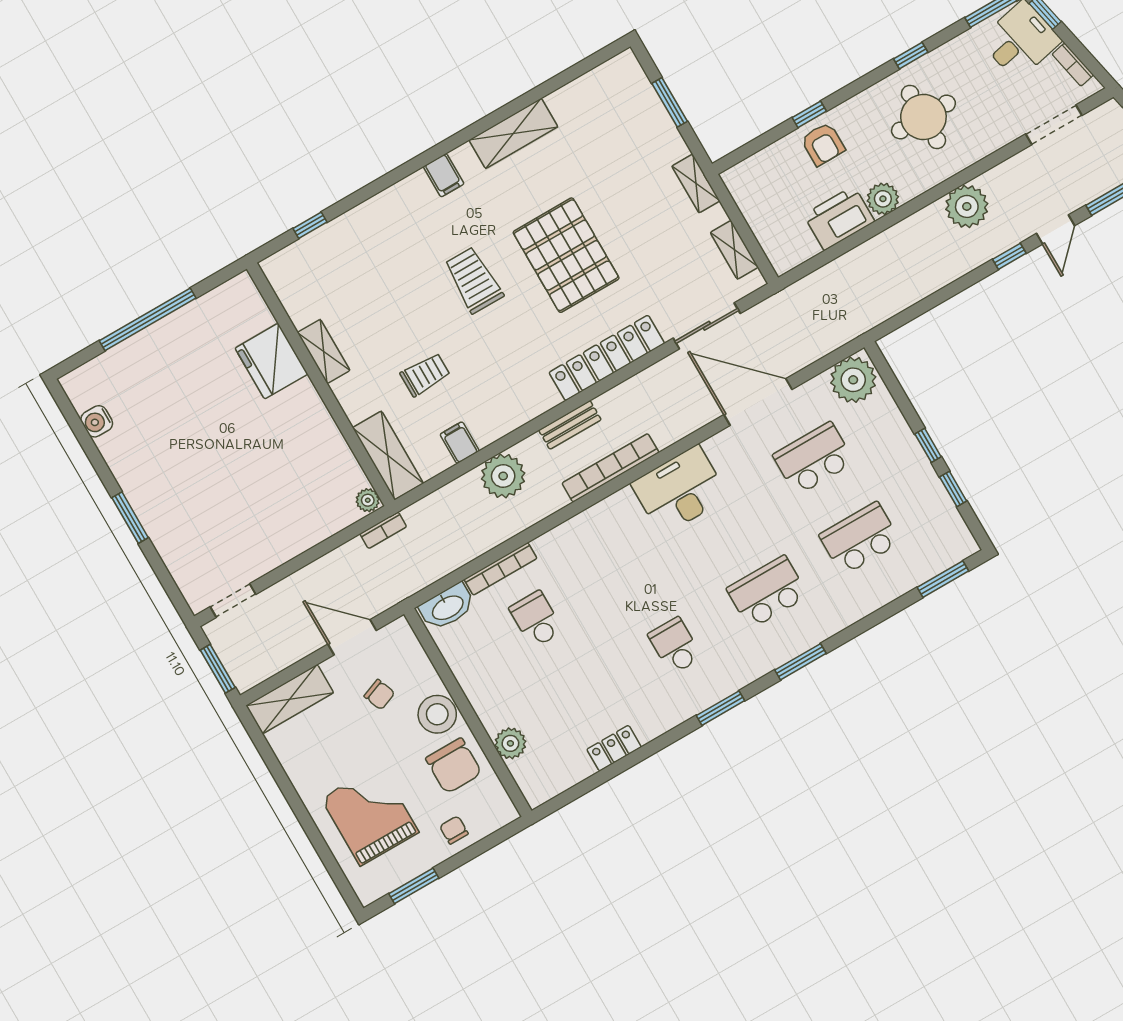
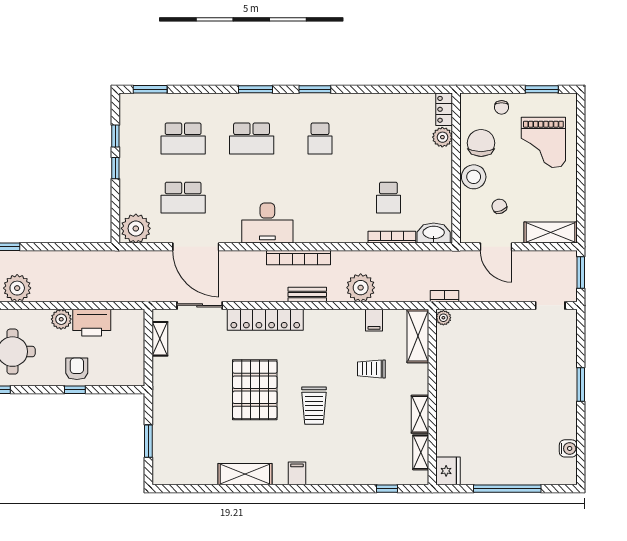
shelving: (696, 183) -> (421, 452), moved
fridge: (271, 361) -> (448, 471), moved, width x0.73, depth x0.75
locker: (614, 748) -> (444, 109), moved, turned 90

